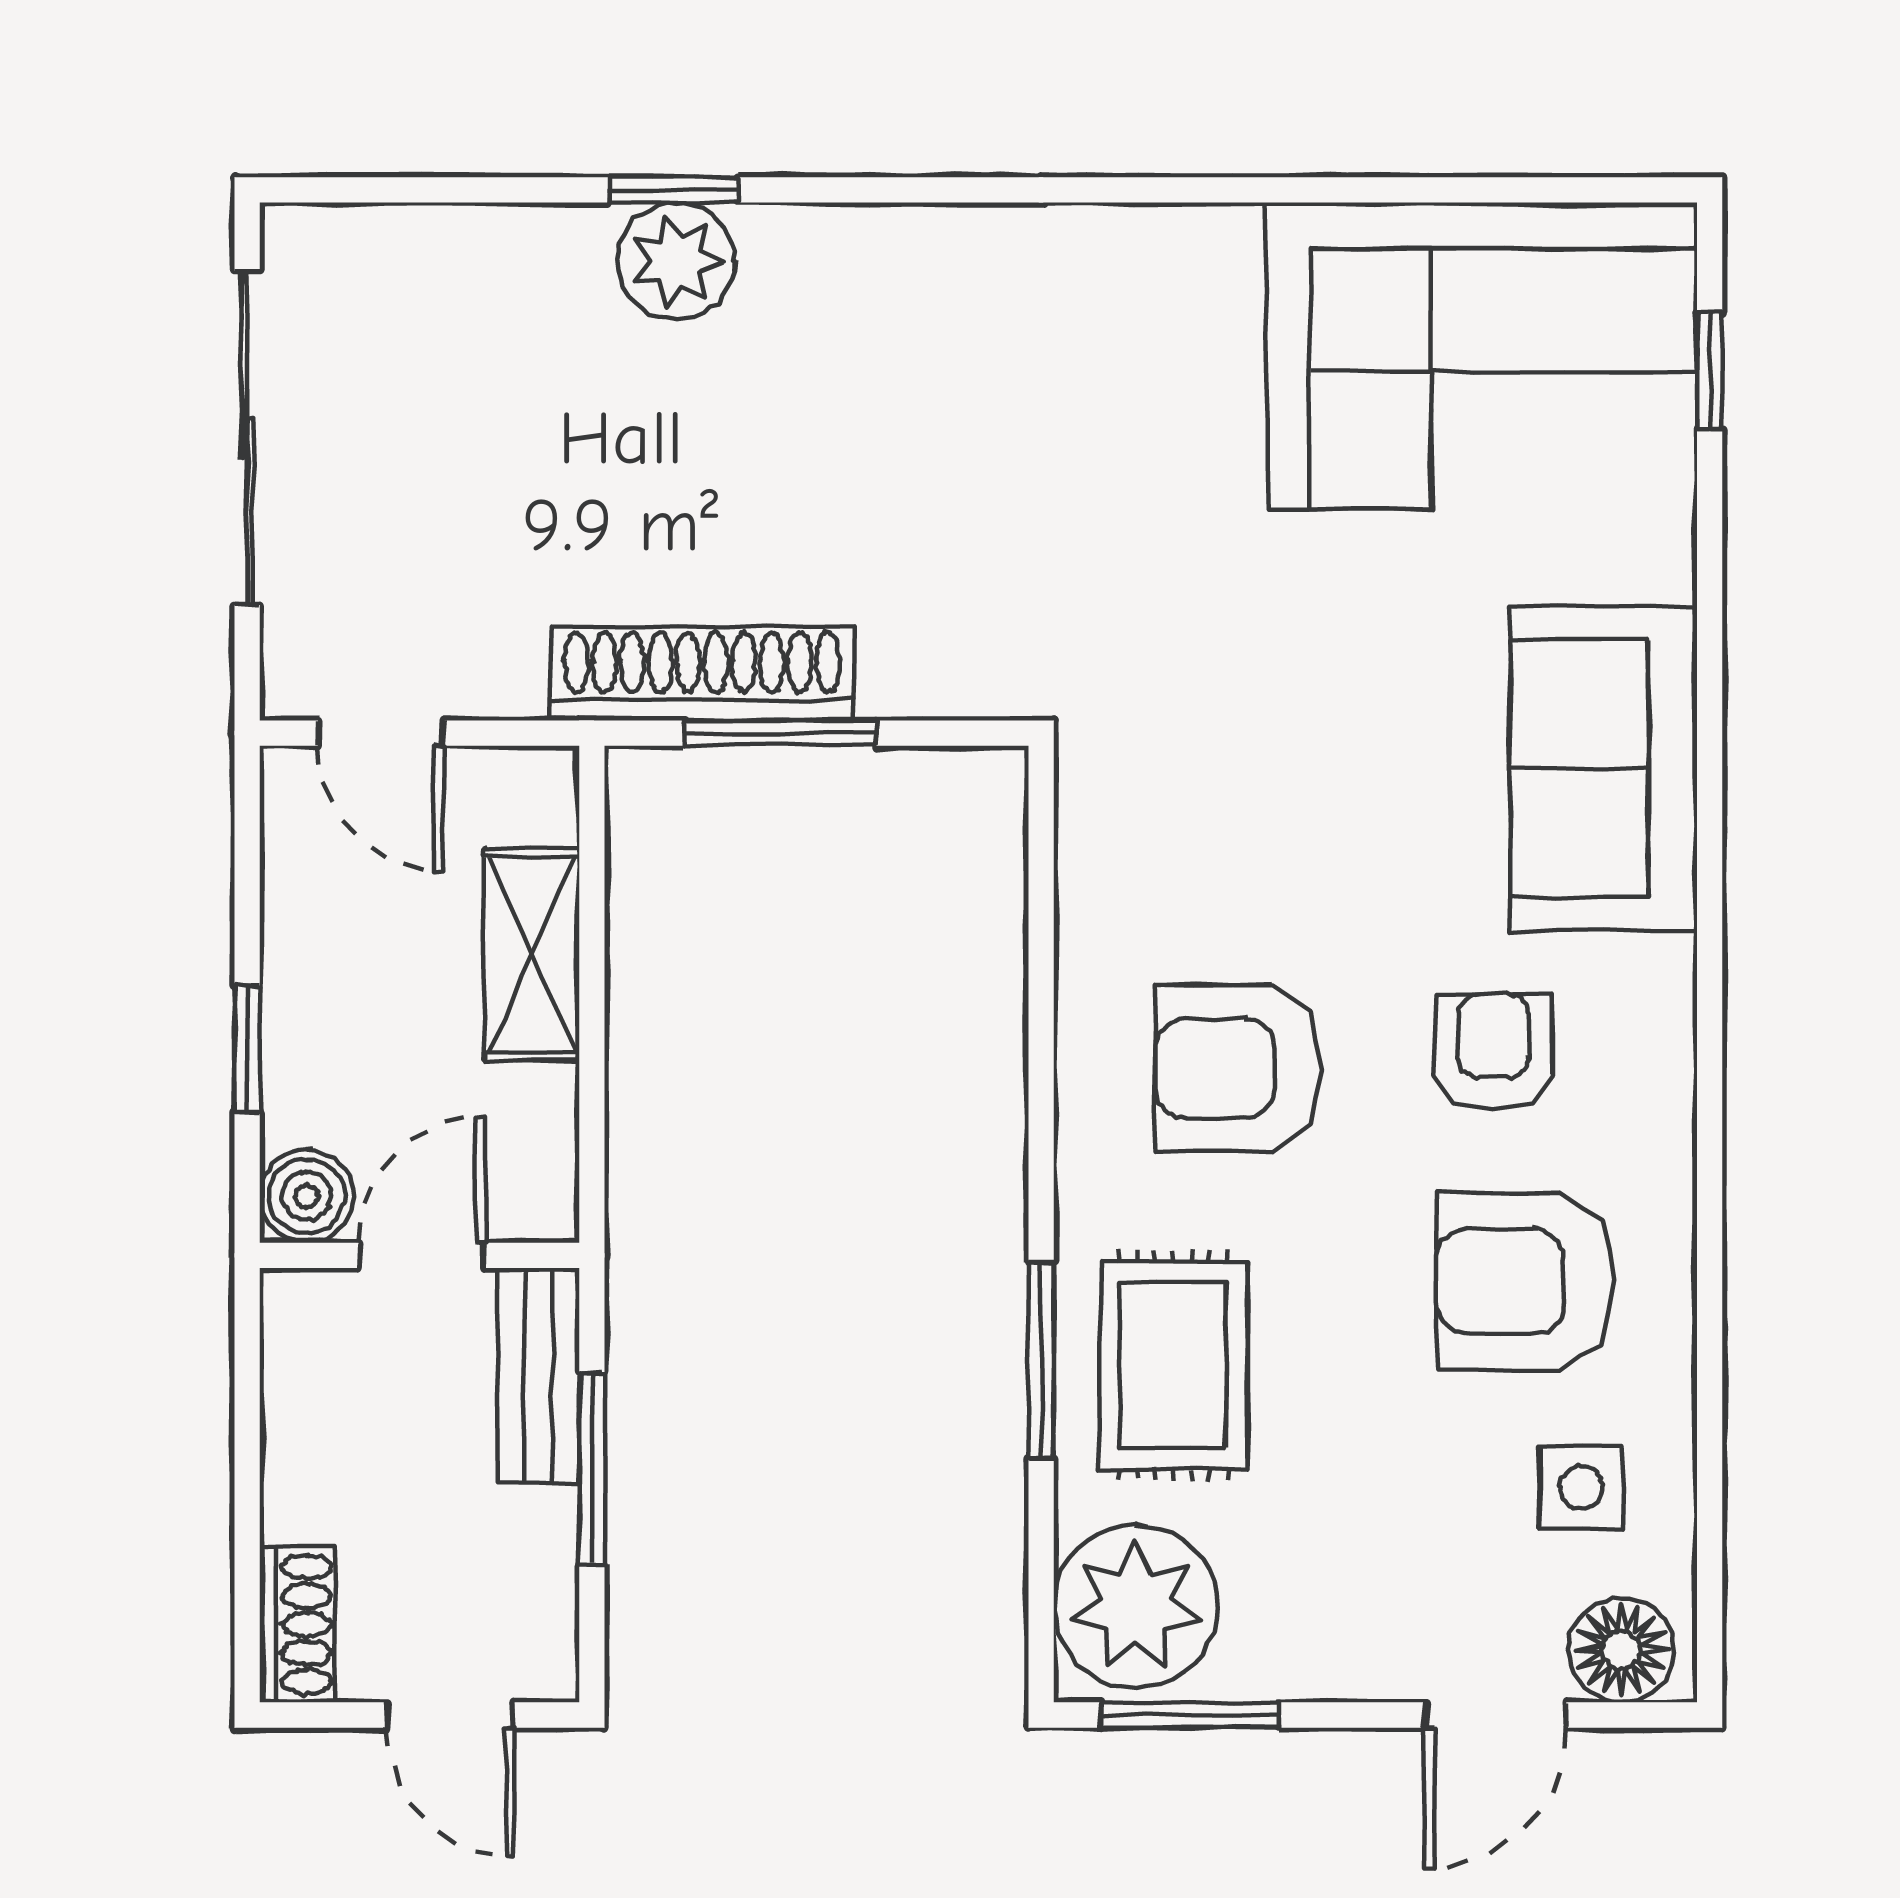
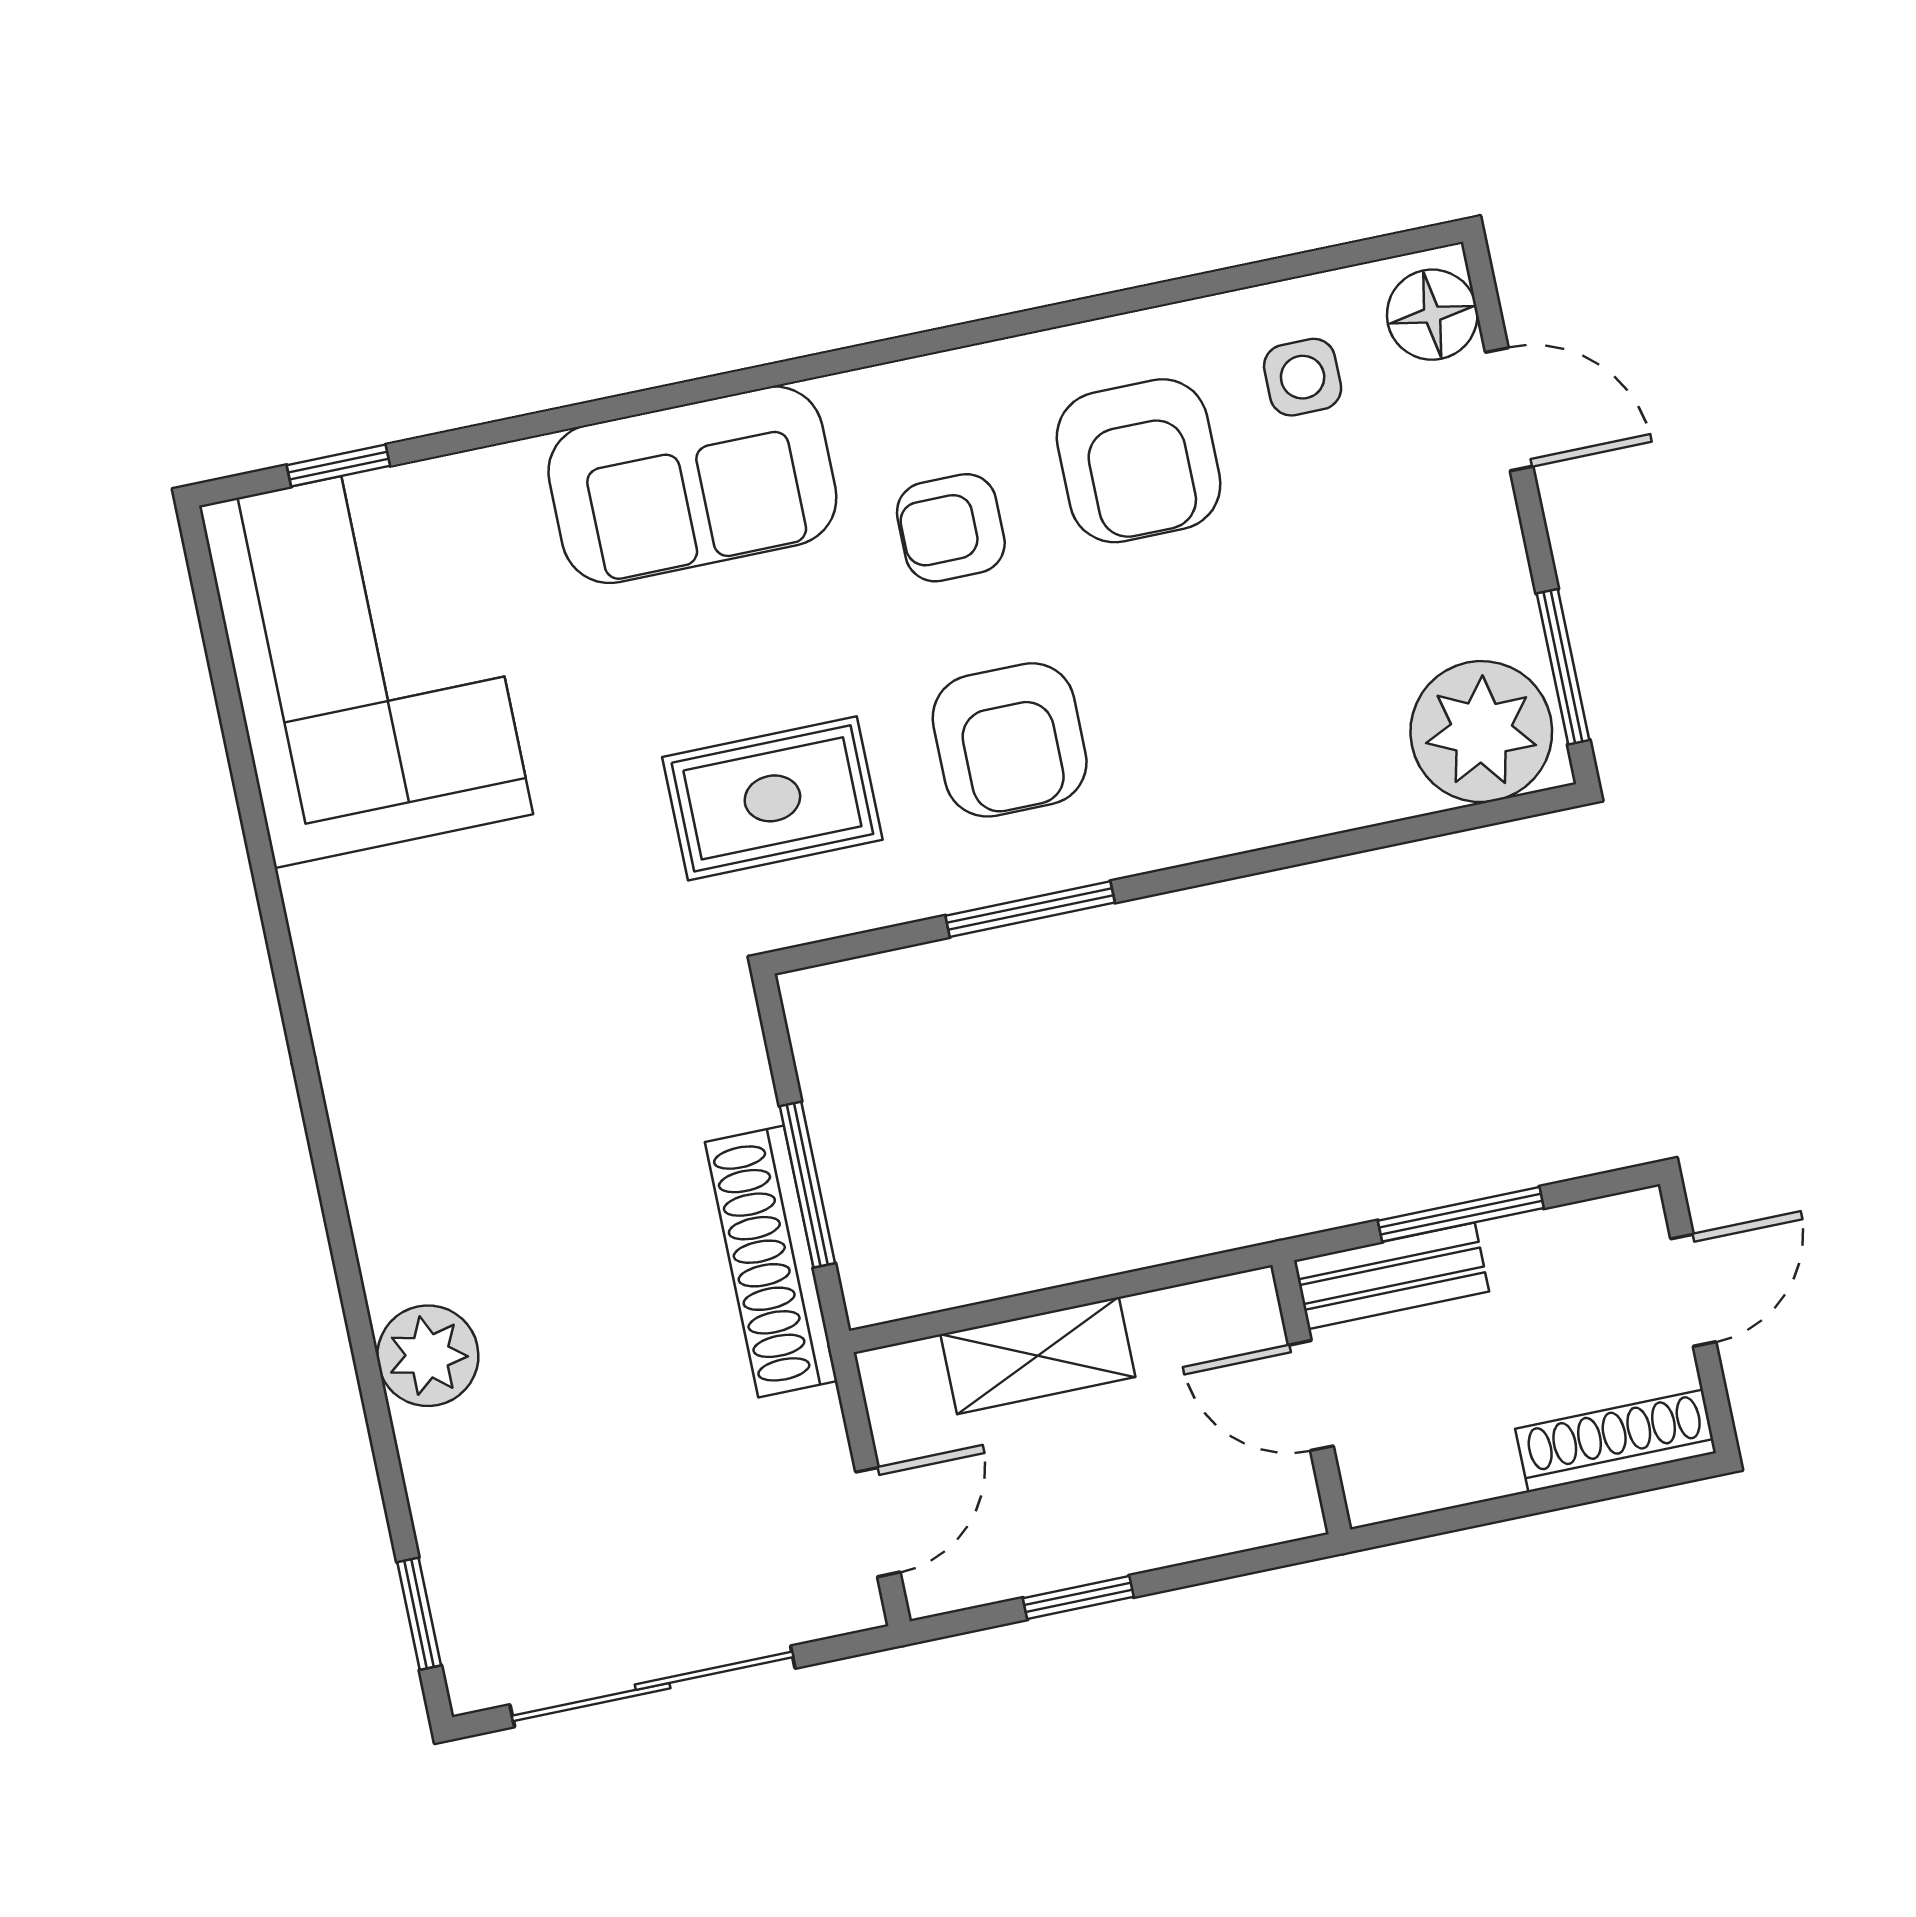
window: (674, 190) -> (419, 1614), moved
window: (247, 1049) -> (1078, 1597), moved
boiler: (306, 1196) -> (1281, 1503), removed
window: (1041, 1361) -> (1030, 909), moved
rug: (1173, 1365) -> (772, 798), moved
shoe rack: (298, 1625) -> (1616, 1441), width x1.43

